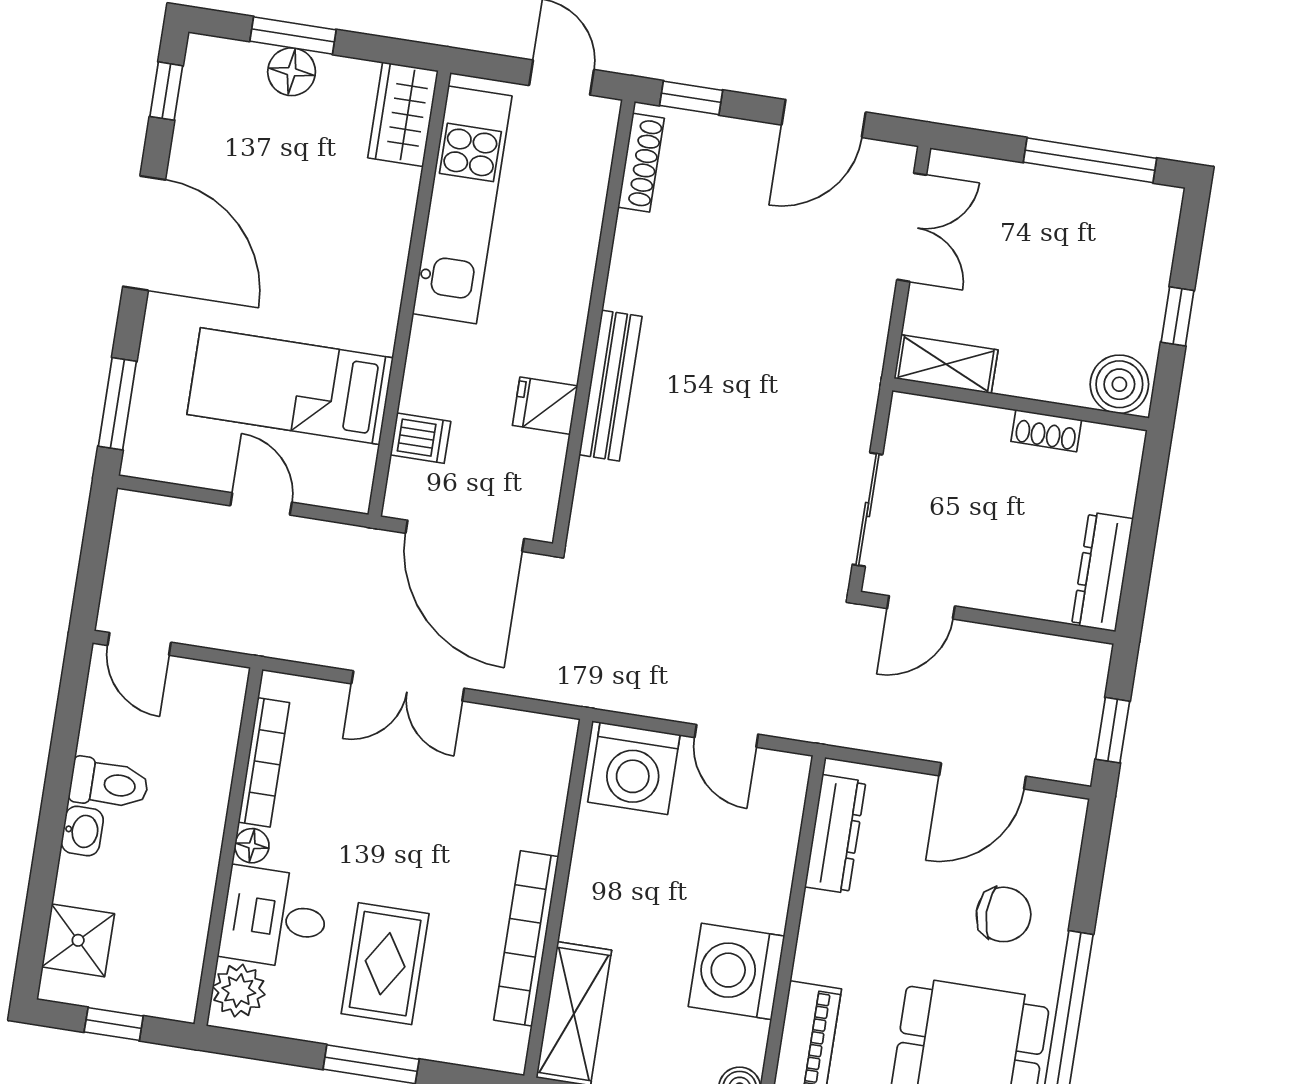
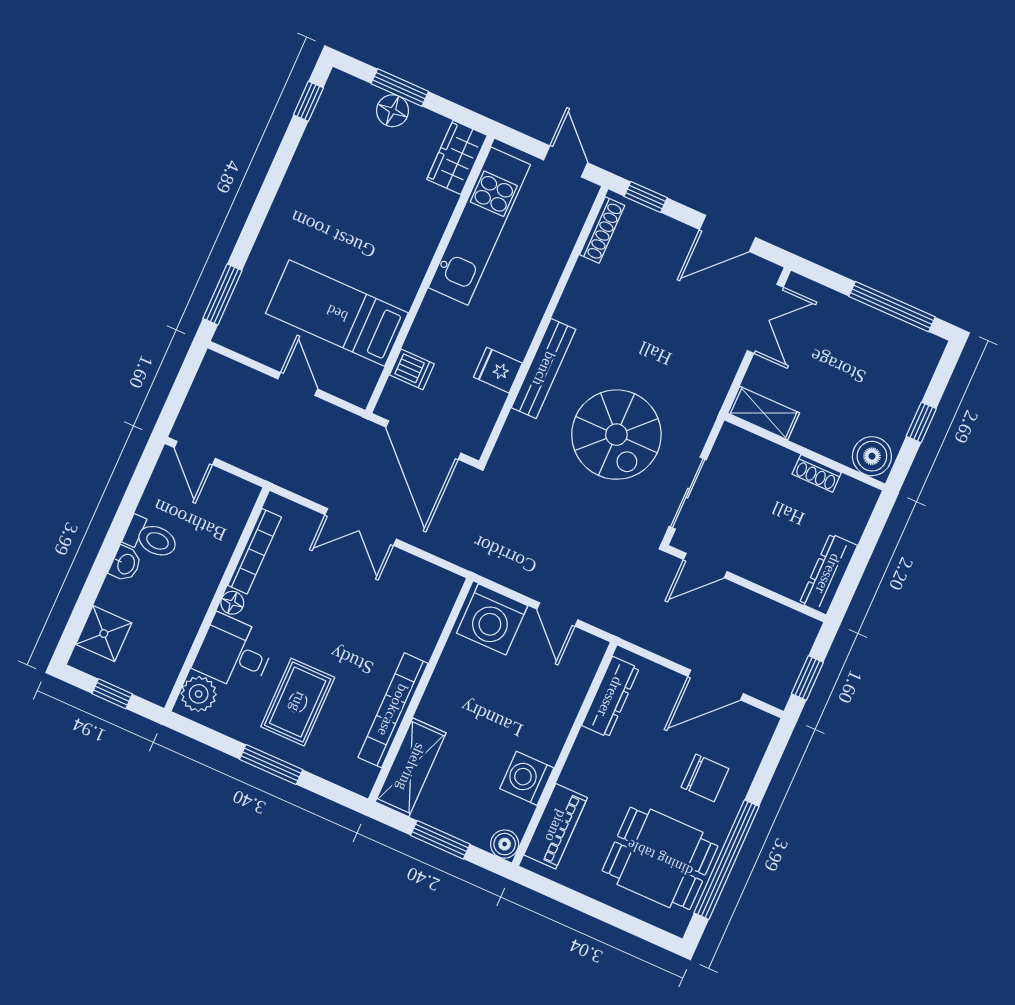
door: (144, 233) -> (269, 189), removed
spiral stairs: (742, 453) -> (616, 435), added
washing machine: (737, 971) -> (527, 778), width x0.73, depth x0.73

